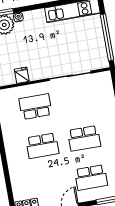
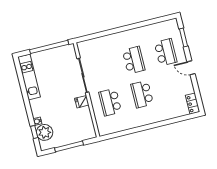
fridge: (22, 75) -> (82, 102), moved
school desk: (42, 146) -> (142, 94), turned 180

